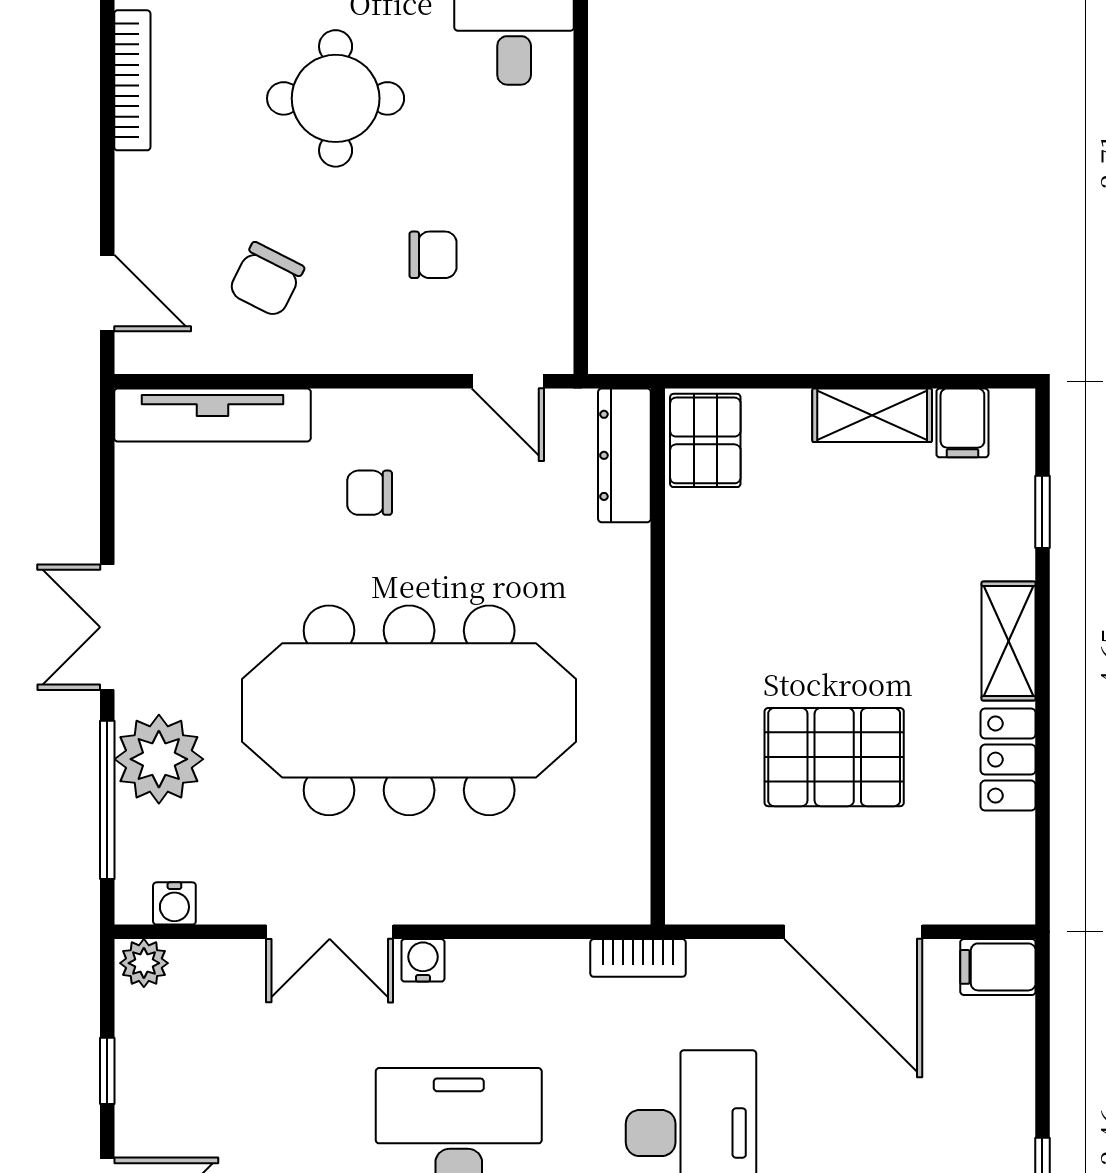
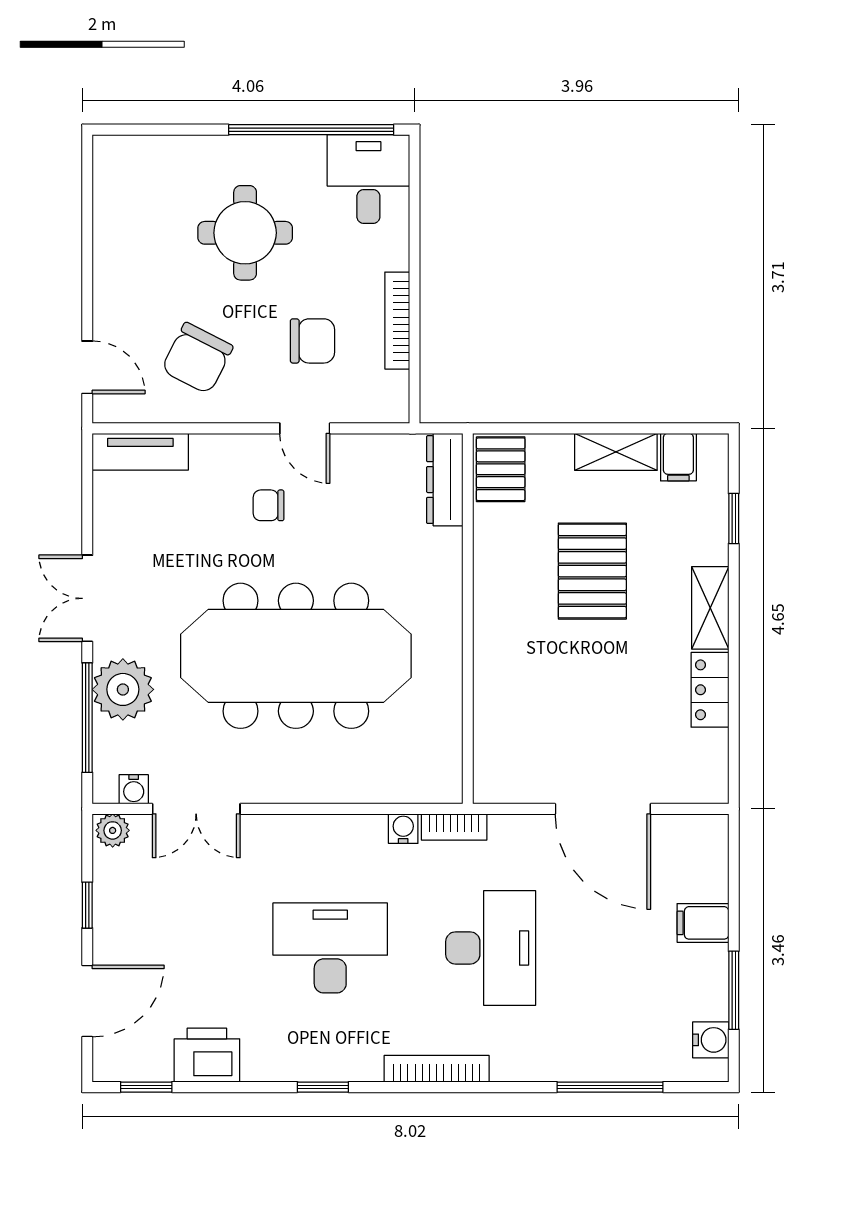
bookcase: (132, 80) -> (397, 321), moved, turned 180
chair: (433, 255) -> (312, 341), width x1.37, depth x1.37
chair: (266, 280) -> (197, 358), width x1.37, depth x1.37
door: (508, 381) -> (305, 428), moved
tv unit: (212, 415) -> (140, 452), width x0.71
pallet: (834, 757) -> (592, 571), moved, turned 90
double door: (330, 932) -> (196, 809), moved
water cooler: (423, 960) -> (403, 829), moved
filing cabinet: (998, 967) -> (703, 923), moved

